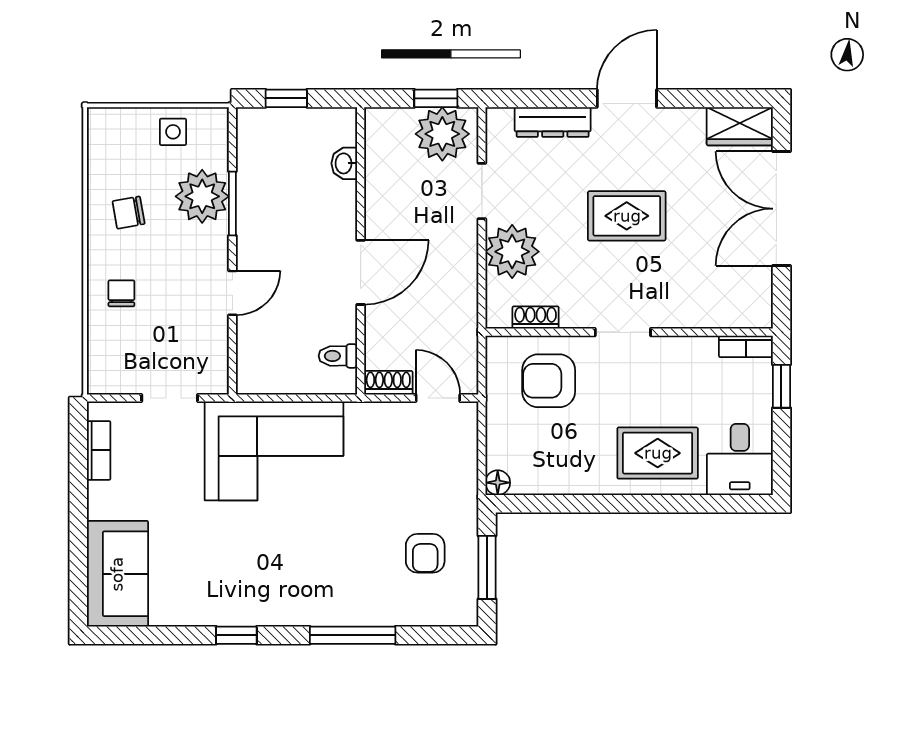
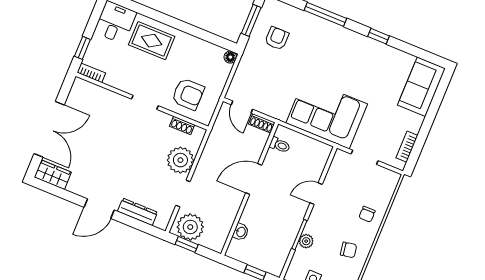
plant: (202, 196) -> (306, 241), width x0.53, depth x0.53
rug: (627, 216) -> (121, 155), removed

